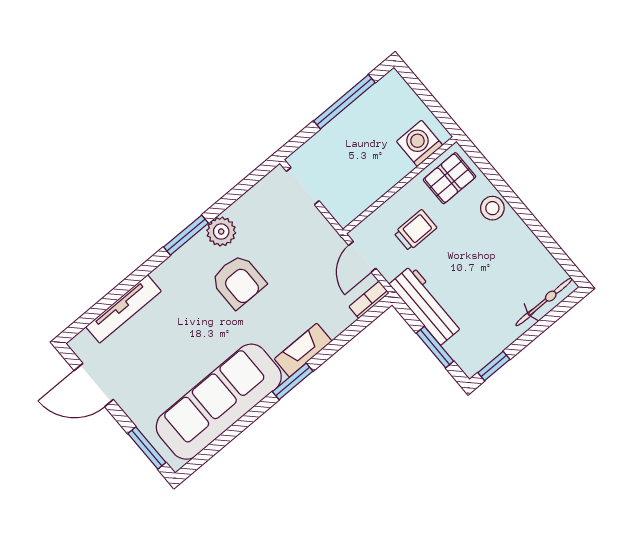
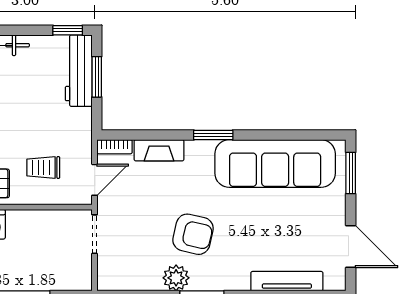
doorway: (303, 186) -> (95, 234), moved
armchair: (238, 281) -> (193, 234), turned 103
workbench: (426, 305) -> (79, 71), moved
fireplace: (303, 350) -> (159, 150), moved

